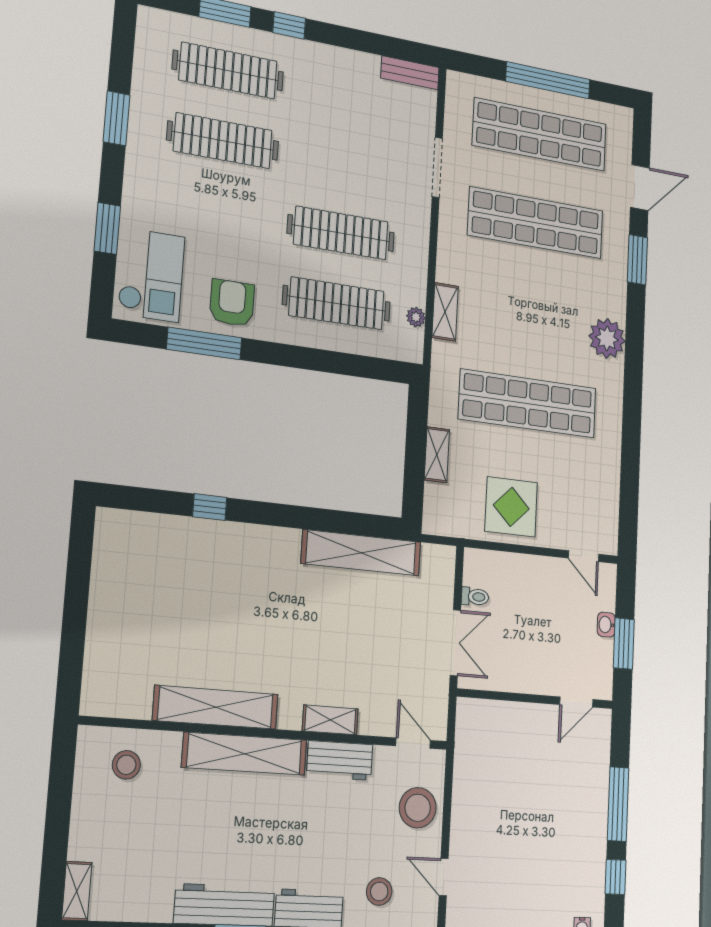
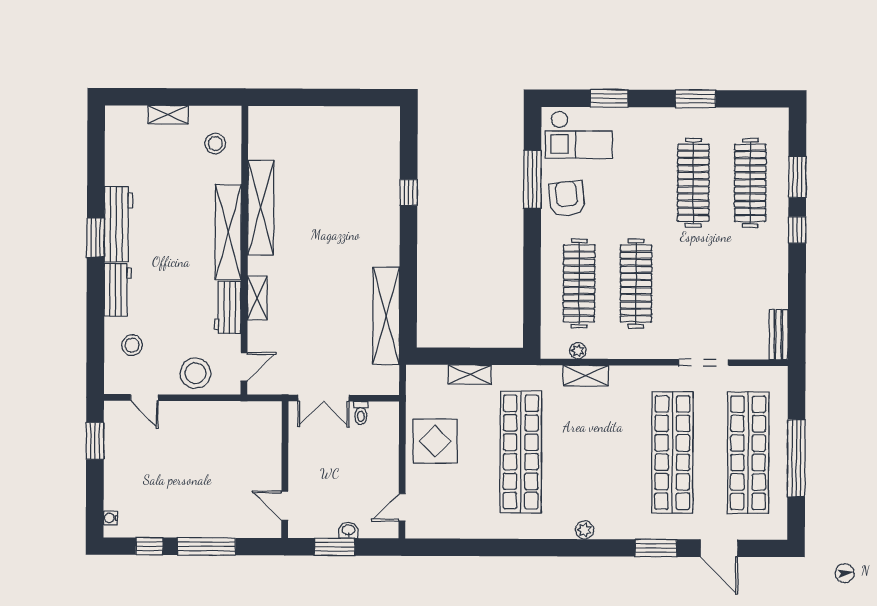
armchair: (232, 303) -> (567, 199), turned -96
plant: (607, 338) -> (585, 530), width x0.53, depth x0.53
door: (444, 877) -> (144, 397), swing flipped
shelving: (77, 891) -> (168, 115), moved

